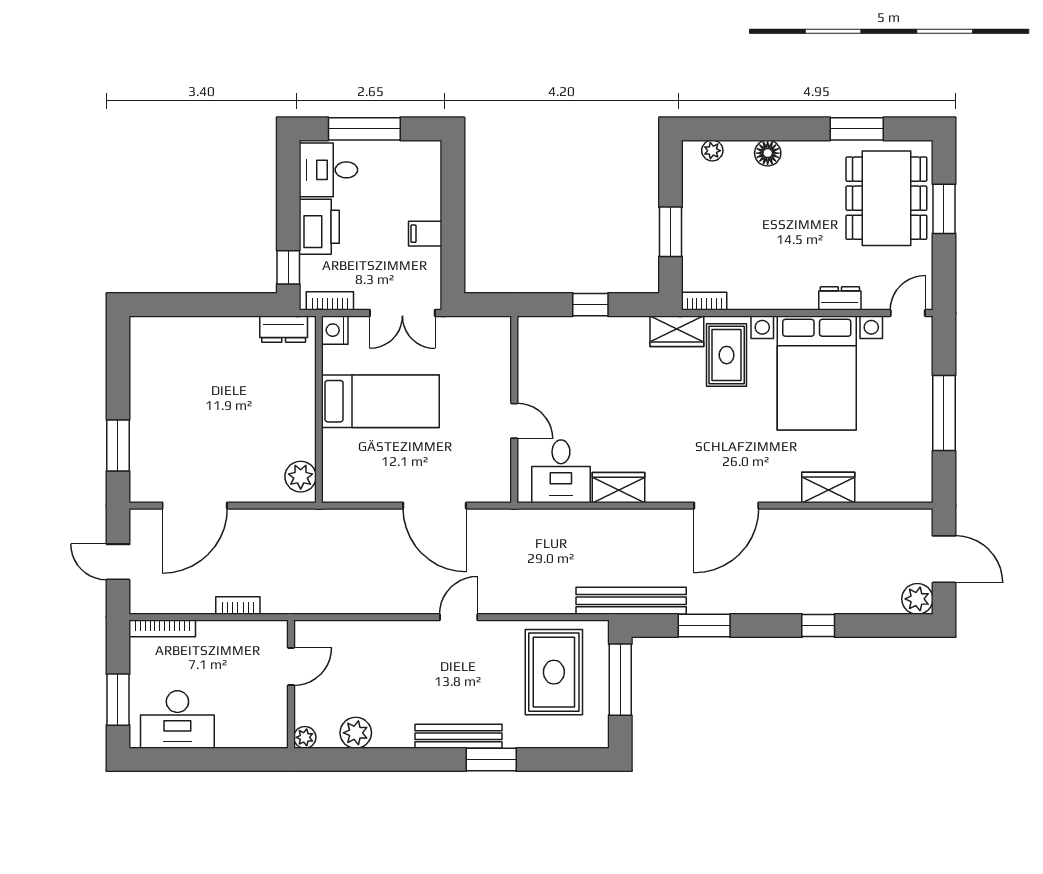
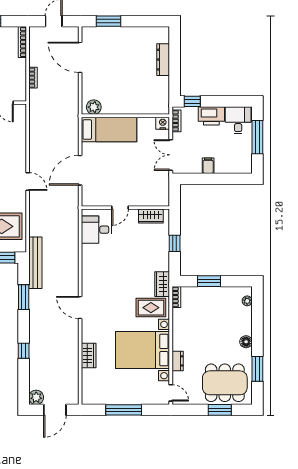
floor lamp: (768, 153) -> (246, 342), moved
dresser: (284, 329) -> (163, 60), moved, width x1.44
bed: (380, 401) -> (109, 129), moved, turned -90
wardrobe: (618, 488) -> (151, 216), moved, turned 90
door: (726, 506) -> (80, 307), width x0.73

